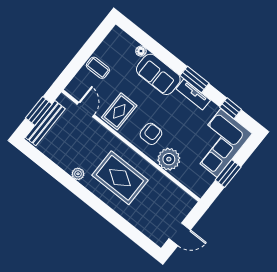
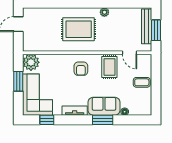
window: (194, 79) -> (103, 120), moved
plant: (169, 159) -> (31, 62), moved

